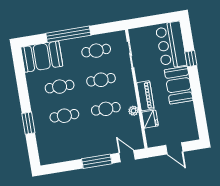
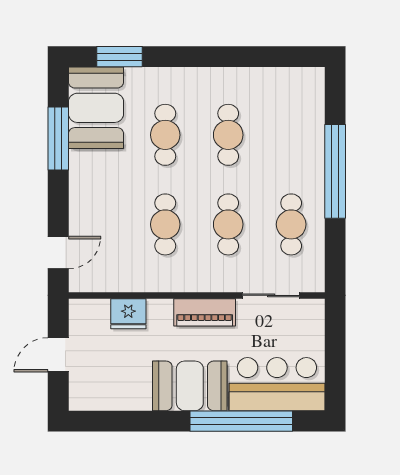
booth: (42, 57) -> (96, 108), moved
window: (191, 59) -> (241, 421), width x3.17
piano: (145, 96) -> (205, 312), moved
plant: (133, 111) -> (152, 282), removed
window: (28, 123) -> (120, 57), moved
window: (97, 161) -> (58, 139), moved

